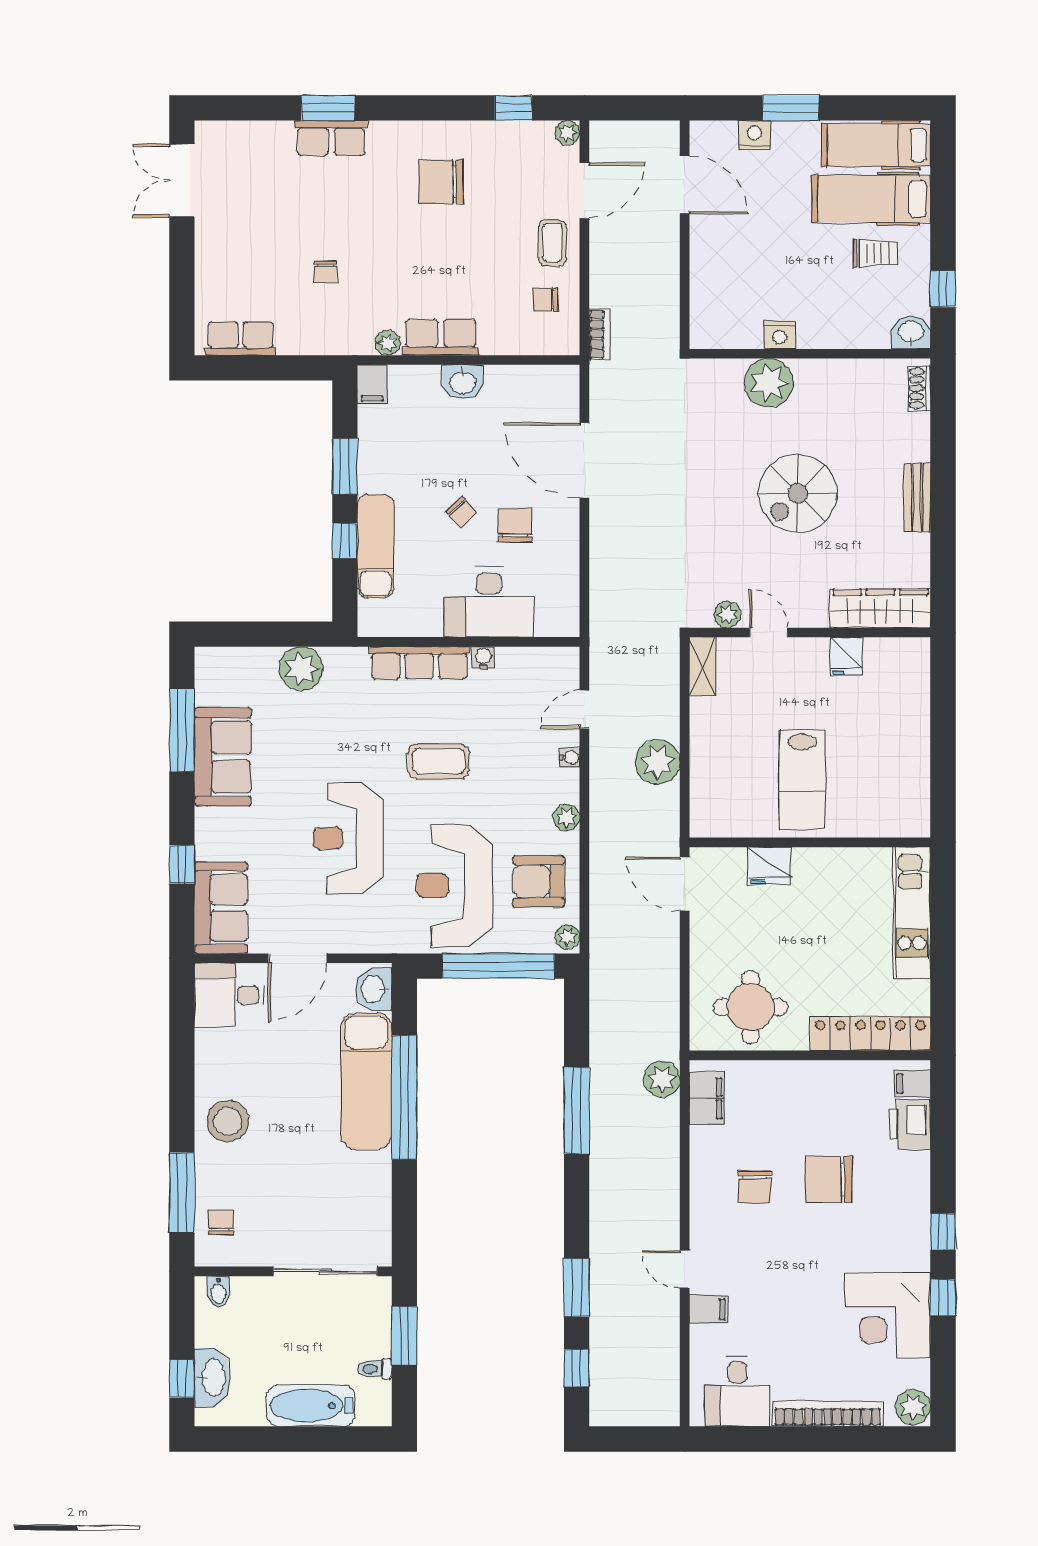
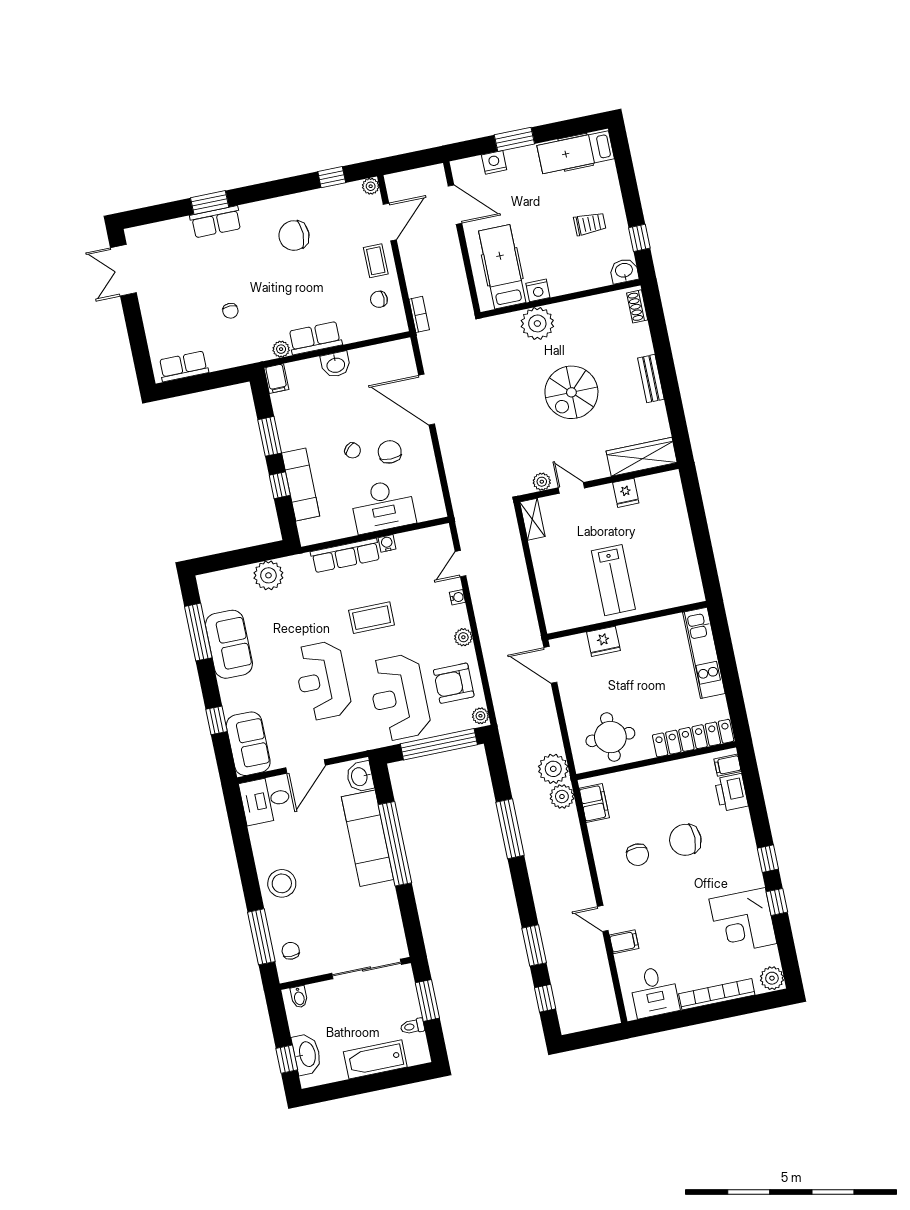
hospital bed: (871, 199) -> (502, 267), moved, turned 90
plant: (658, 762) -> (553, 769), moved

